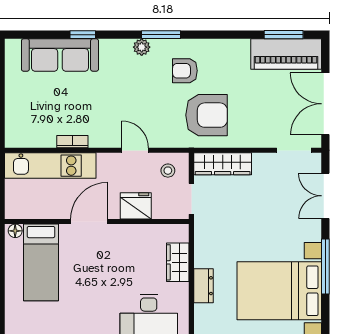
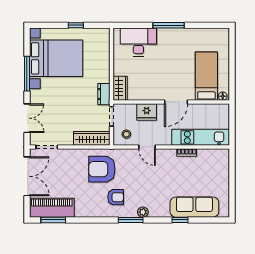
wardrobe: (178, 262) -> (120, 88), moved
dresser: (203, 286) -> (104, 94), moved

